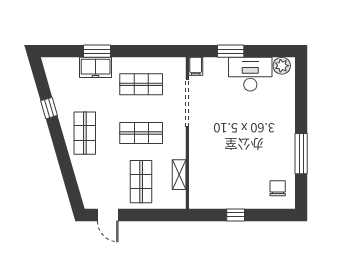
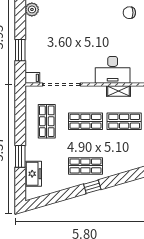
freezer: (96, 67) -> (33, 174), moved
desk: (250, 74) -> (113, 70), moved, turned -90
window: (49, 108) -> (92, 187), moved
shop shelf: (141, 133) -> (85, 121), turned 90

